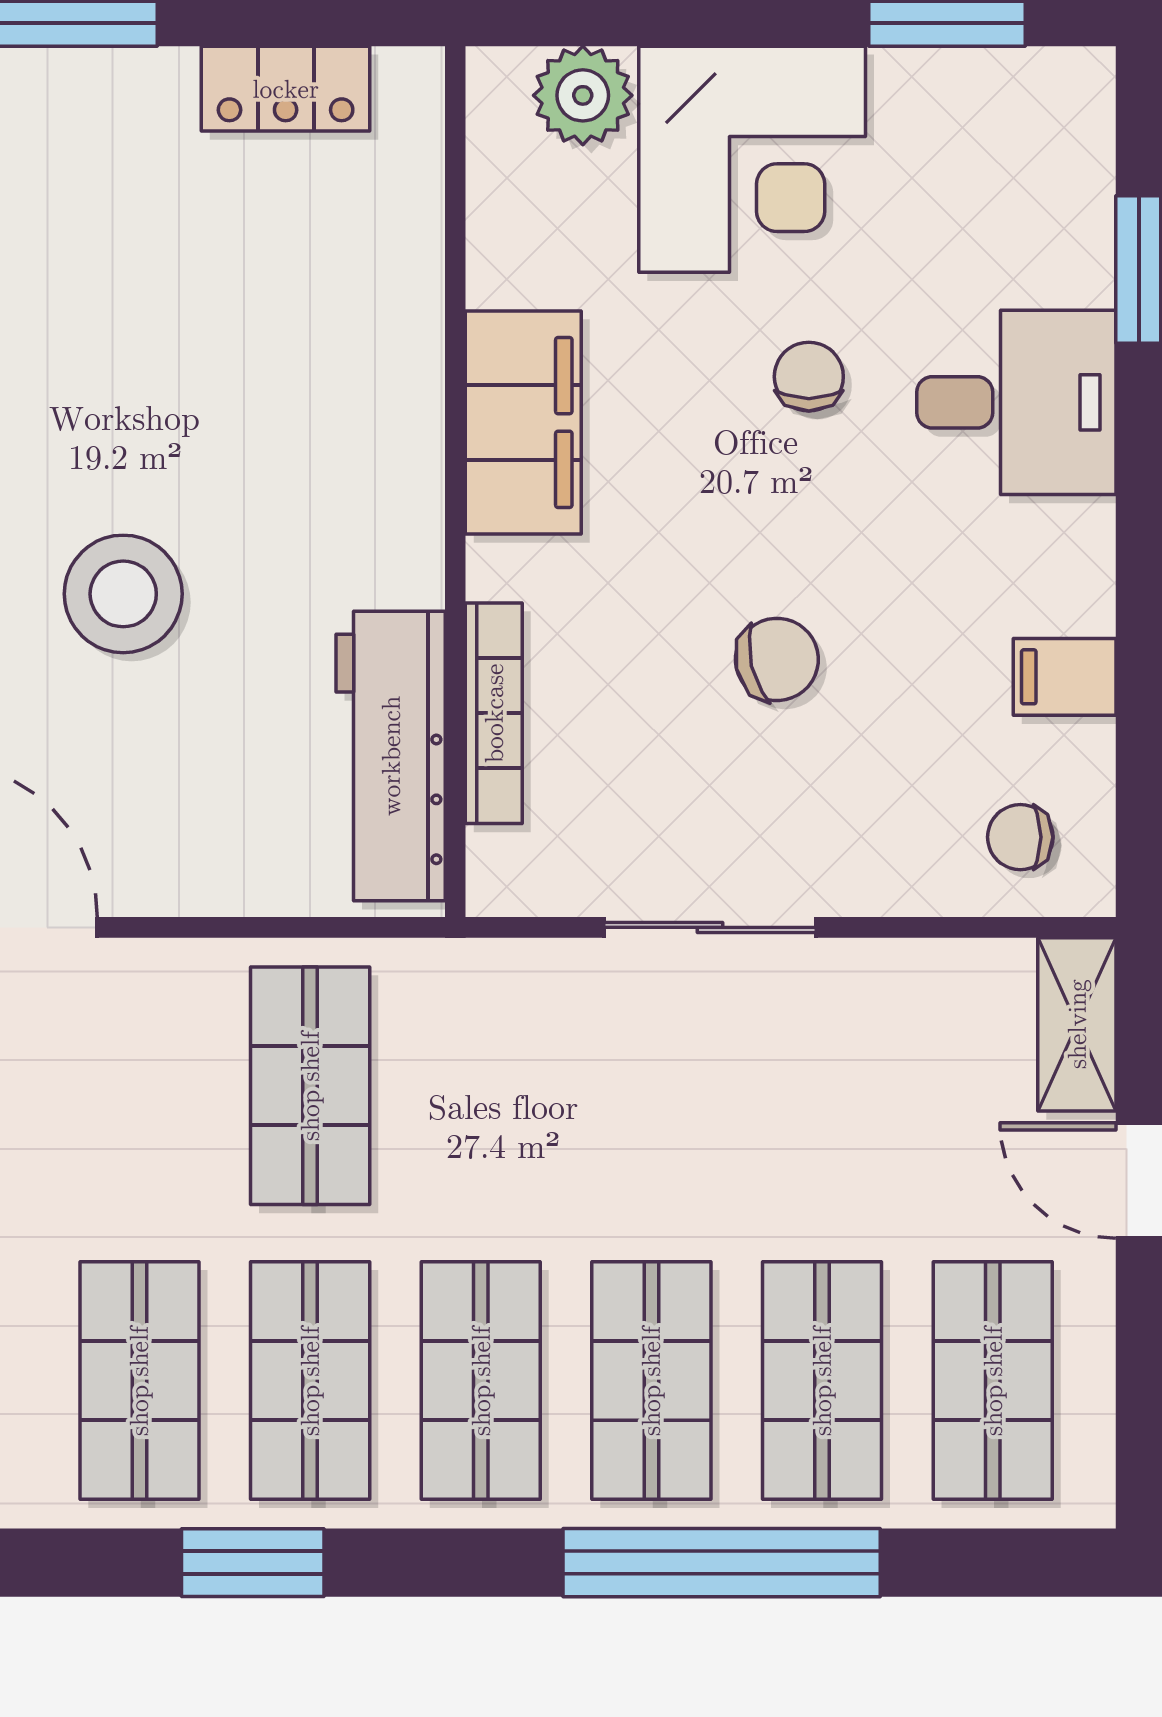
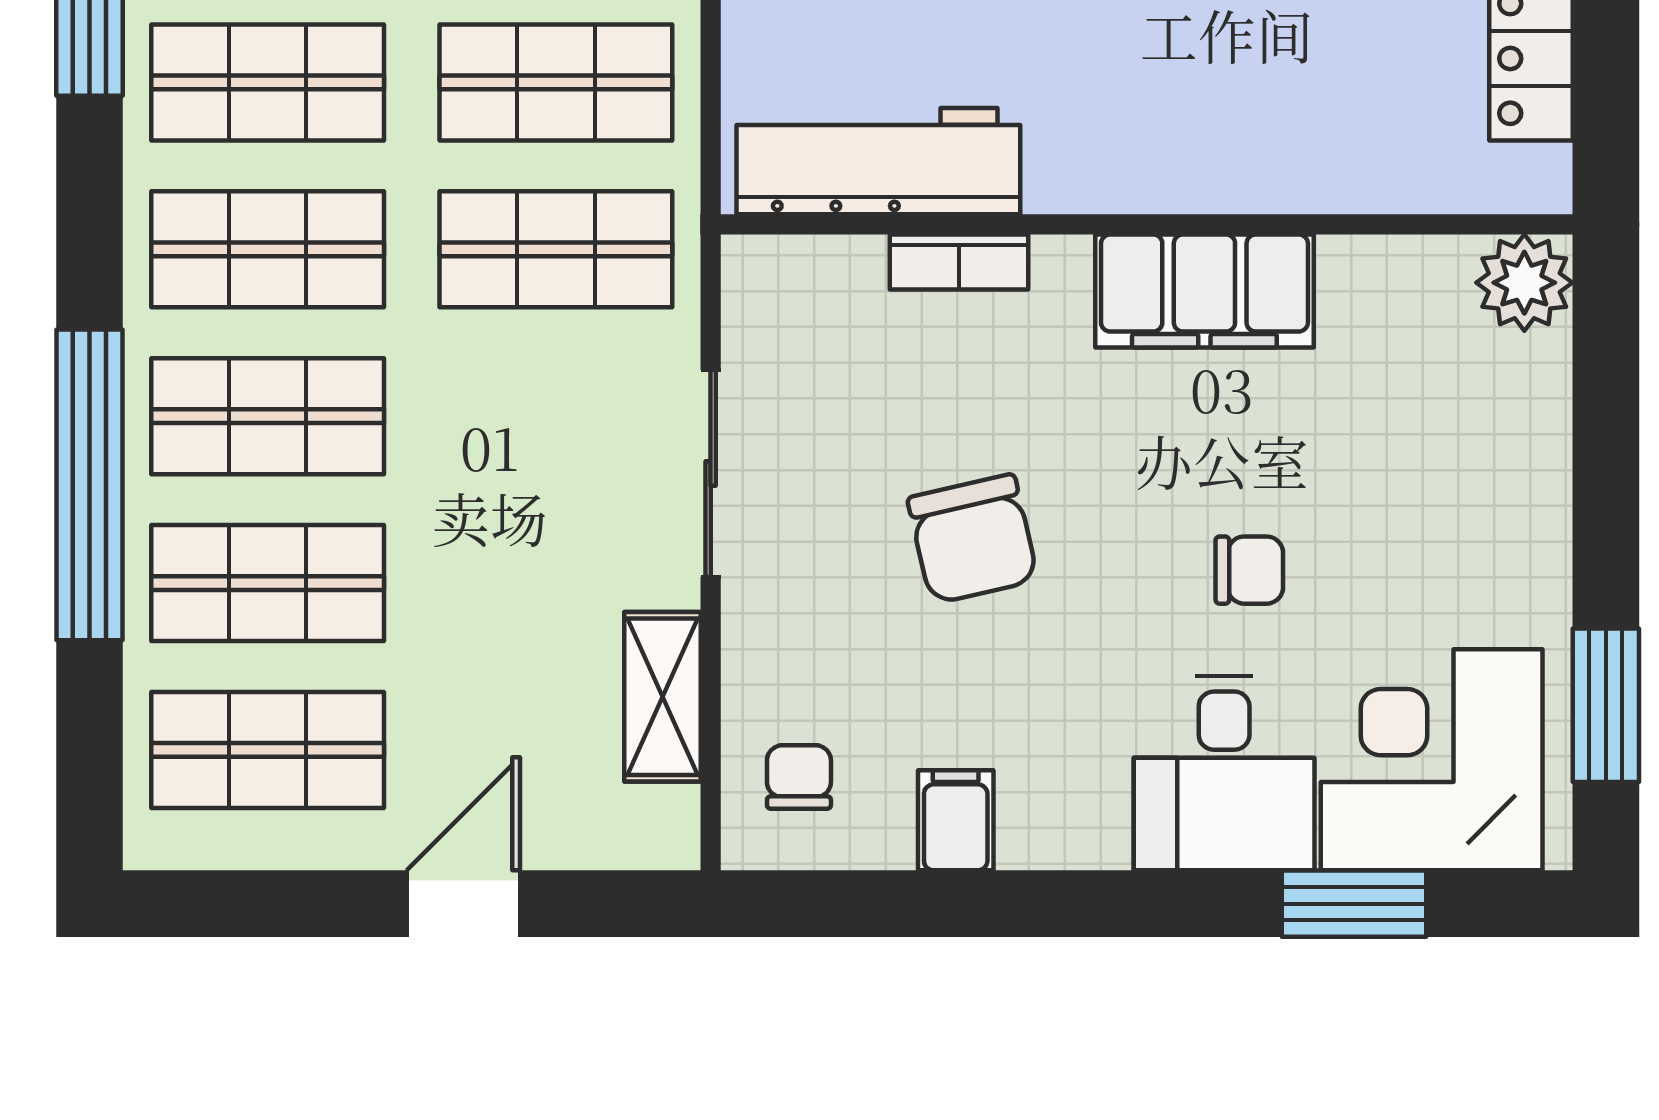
plant: (583, 95) -> (1524, 283), moved
corner desk: (752, 159) -> (1432, 760), moved, turned 90
chair: (777, 659) -> (973, 539), width x1.37, depth x1.37
bookcase: (494, 713) -> (959, 262), width x0.64
shelving: (1077, 1024) -> (663, 697), moved, turned 90
shop shelf: (481, 1086) -> (556, 249), added

